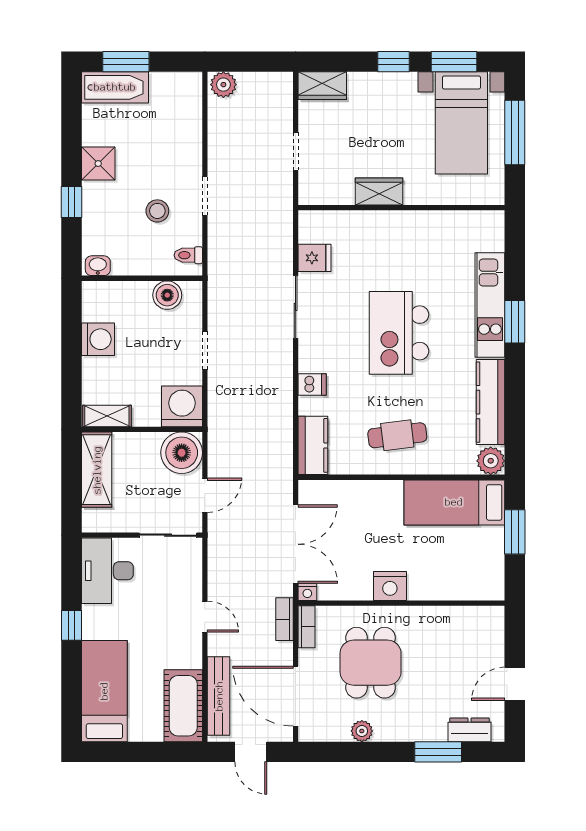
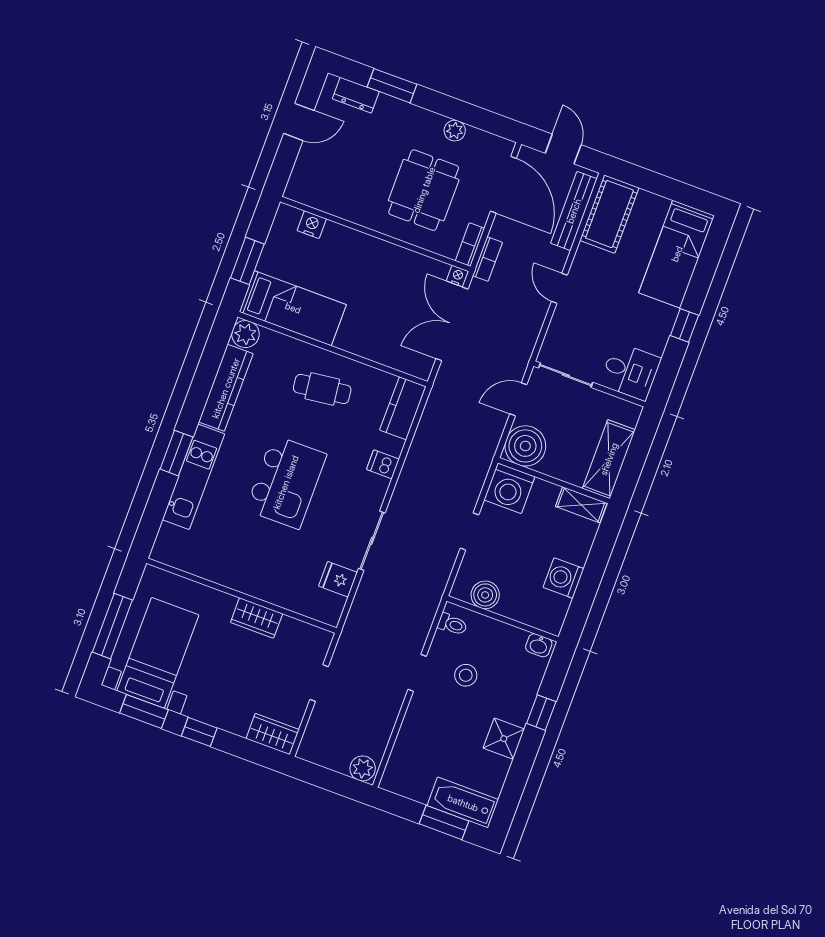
desk: (107, 571) -> (630, 371), width x0.73
nightstand: (390, 586) -> (312, 225), moved, width x0.74, depth x0.75

